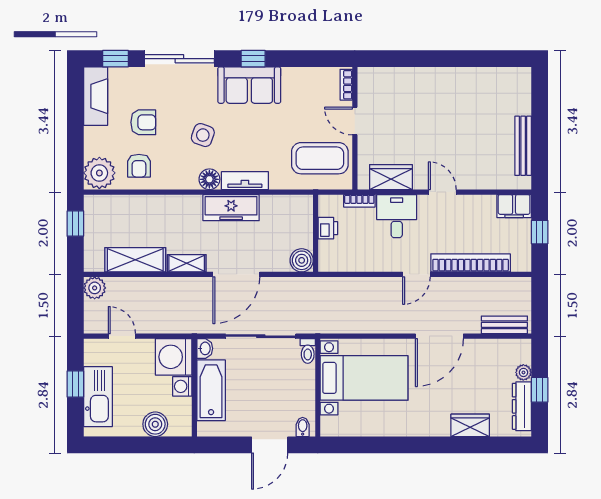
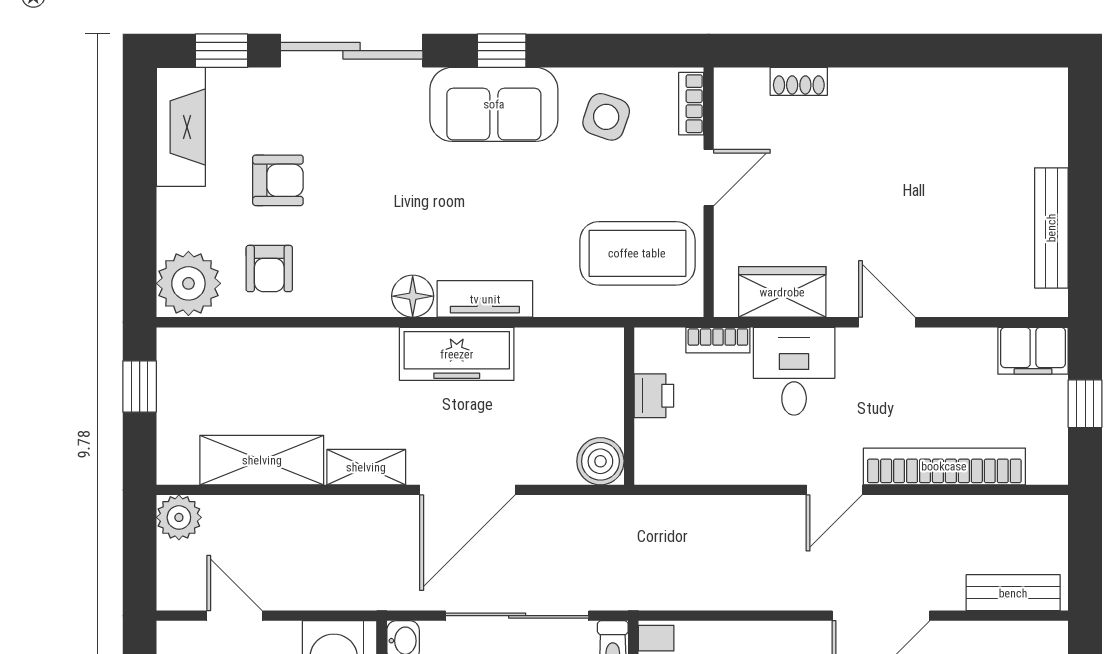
shoe rack: (399, 74) -> (799, 81), added
door: (355, 121) -> (709, 178), swing flipped
side table: (203, 135) -> (606, 117), moved

